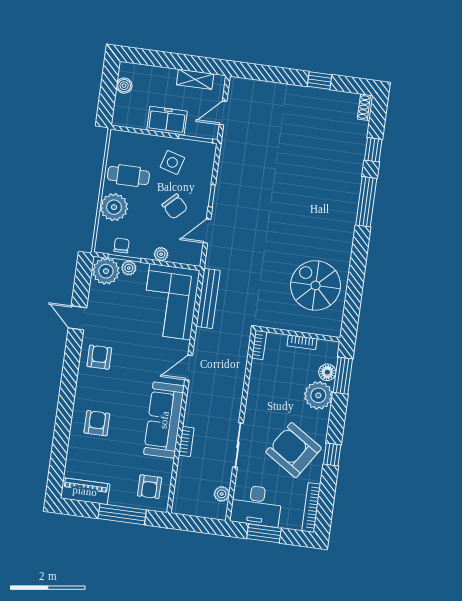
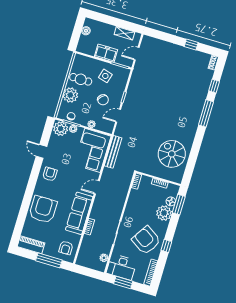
armchair: (97, 423) -> (43, 209), width x1.88, depth x1.88

